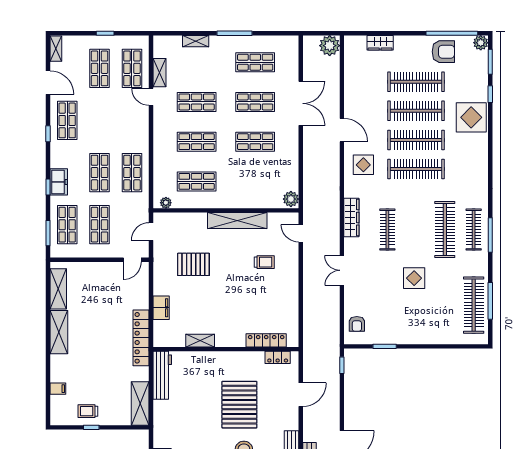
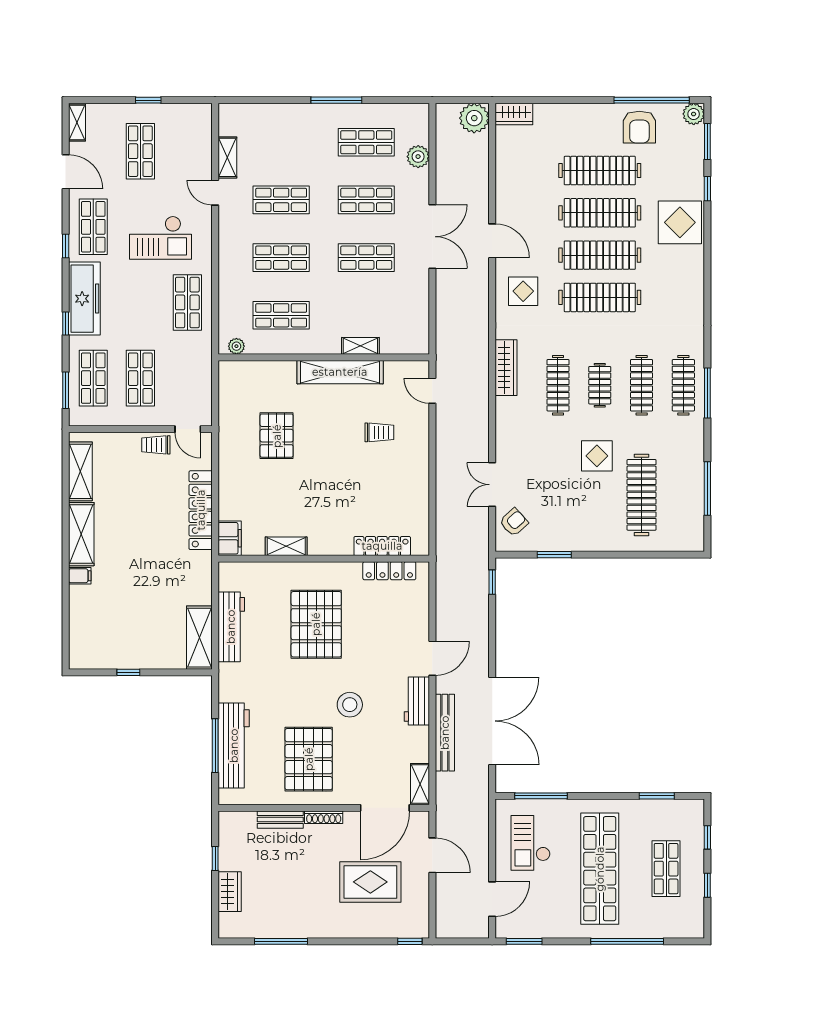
shelving: (196, 41) -> (360, 346), moved
wardrobe: (380, 43) -> (514, 114), moved
armchair: (443, 52) -> (639, 127), turned 90
shop shelf: (132, 68) -> (187, 151), removed
double door: (301, 103) -> (432, 237), moved
checkout: (114, 128) -> (161, 238), added
shop shelf: (100, 173) -> (140, 302), removed
freezer: (59, 182) -> (84, 299), width x1.91, depth x1.26
plant: (291, 199) -> (418, 157), moved
clothes rail: (416, 230) -> (600, 385), added
clothes rail: (445, 230) -> (642, 385), width x0.73, depth x0.76
door: (151, 232) -> (215, 388), removed
door: (132, 260) -> (188, 429), hinge flipped
pallet: (193, 264) -> (277, 436), turned 90
double door: (342, 270) -> (492, 485), moved
clothes rail: (474, 305) -> (642, 495), moved
filing cabinet: (161, 308) -> (230, 538), moved
armchair: (357, 324) -> (514, 522), turned -132
locker: (141, 338) -> (201, 510), moved
locker: (278, 357) -> (389, 571), width x1.53
workbench: (162, 375) -> (231, 627), moved
filing cabinet: (58, 389) -> (80, 576), moved
door: (301, 395) -> (432, 658), moved
pallet: (239, 405) -> (316, 624), moved
trolley: (88, 411) -> (156, 445), moved

